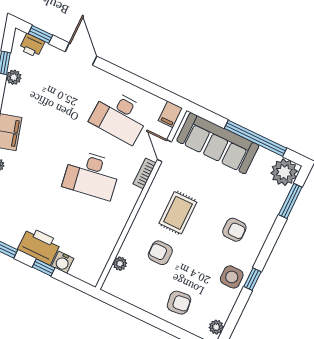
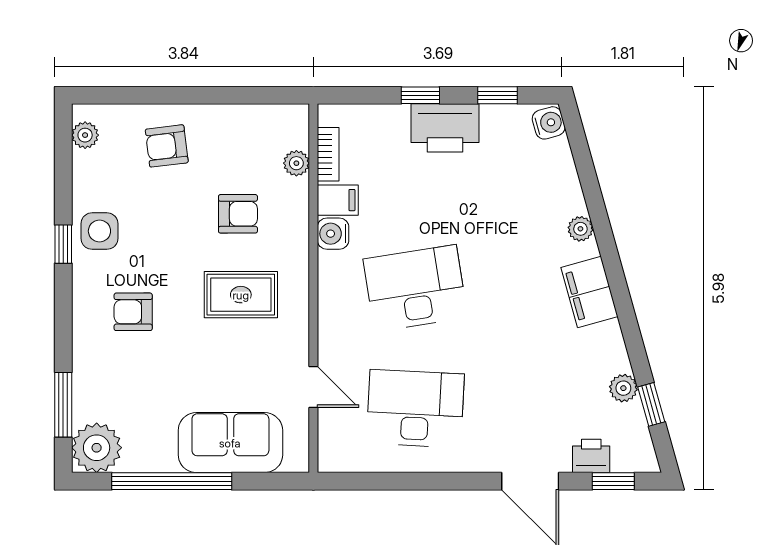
printer: (32, 45) -> (591, 456), moved
filing cabinet: (170, 114) -> (338, 200), moved, turned 90
sofa: (218, 143) -> (230, 443), width x0.73
bookcase: (145, 173) -> (328, 154), moved
rug: (178, 213) -> (241, 295), turned 90
water cooler: (63, 262) -> (333, 234), moved, turned -90

